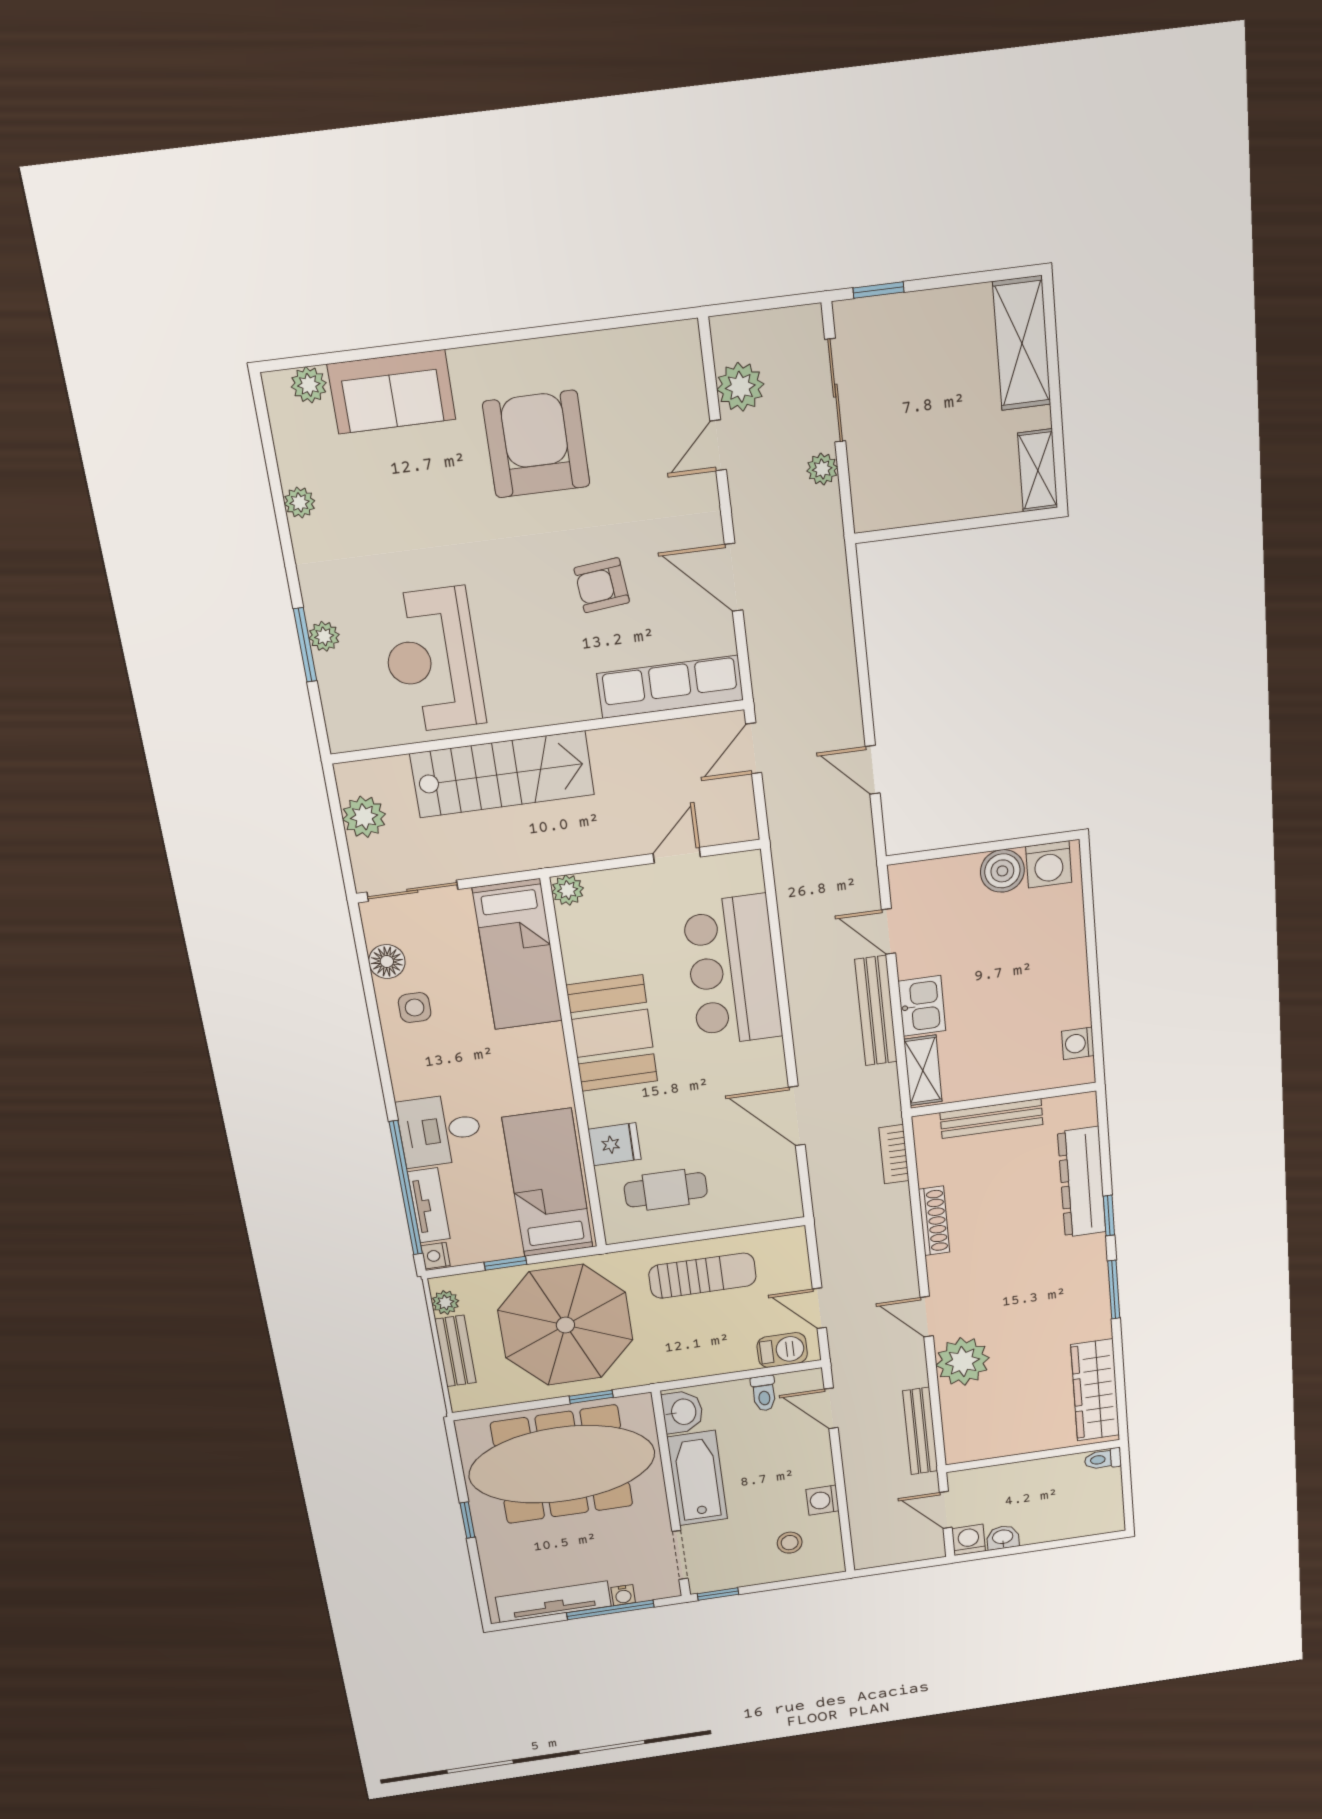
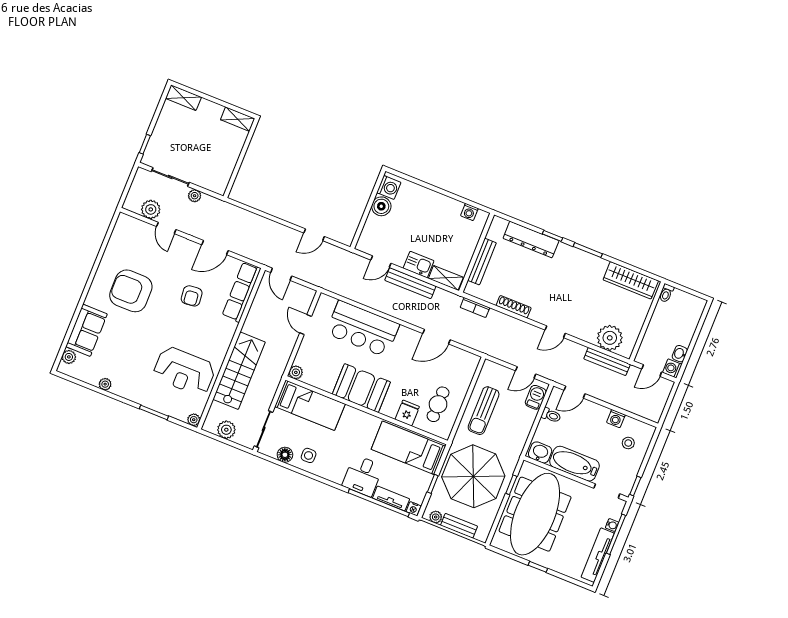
shelving: (1022, 343) -> (183, 98), width x0.67, depth x0.75
plant: (324, 636) -> (194, 420), moved
sun lounger: (703, 1276) -> (484, 411), turned 180
plant: (963, 1361) -> (610, 338), moved

